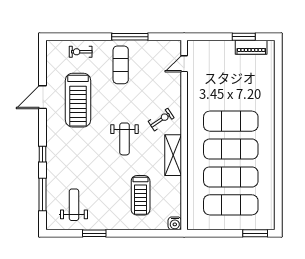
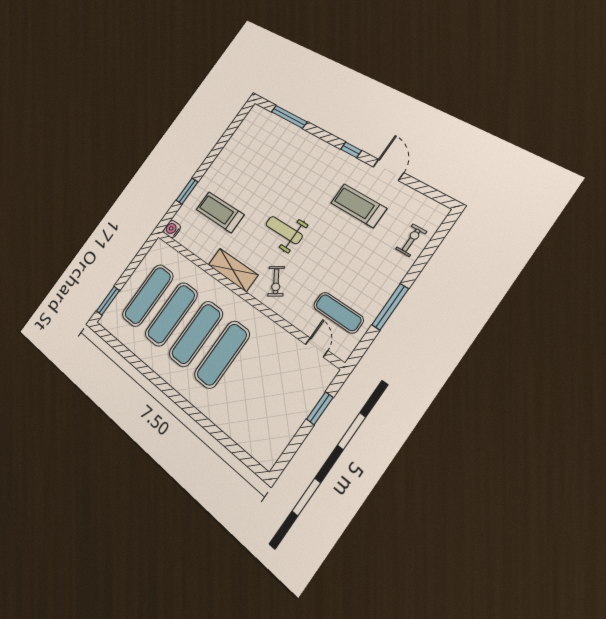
window: (244, 37) -> (320, 408), moved
piano: (251, 47) -> (281, 439), removed
exercise mat: (121, 65) -> (338, 313), moved
treadmill: (78, 100) -> (358, 206), width x0.73, depth x0.73
window: (42, 154) -> (351, 150), moved
weight bench: (74, 205) -> (258, 142), removed
window: (94, 233) -> (187, 191), moved

